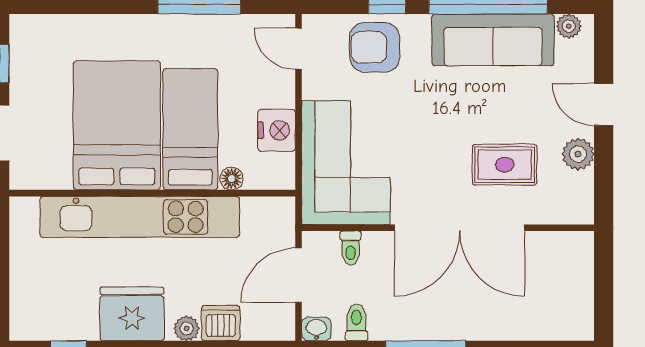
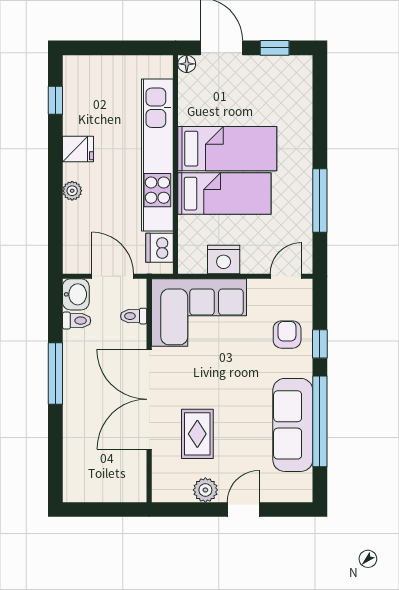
plant: (569, 26) -> (303, 483), removed
armchair: (375, 47) -> (287, 335), width x0.72, depth x0.72
bed: (117, 125) -> (227, 149), width x0.67
floor lamp: (232, 179) -> (187, 64), moved
fridge: (132, 314) -> (78, 149), width x0.53, depth x0.75
dishwasher: (221, 323) -> (159, 248), moved, turned 180
washbasin: (316, 329) -> (76, 294), width x1.38, depth x1.45

